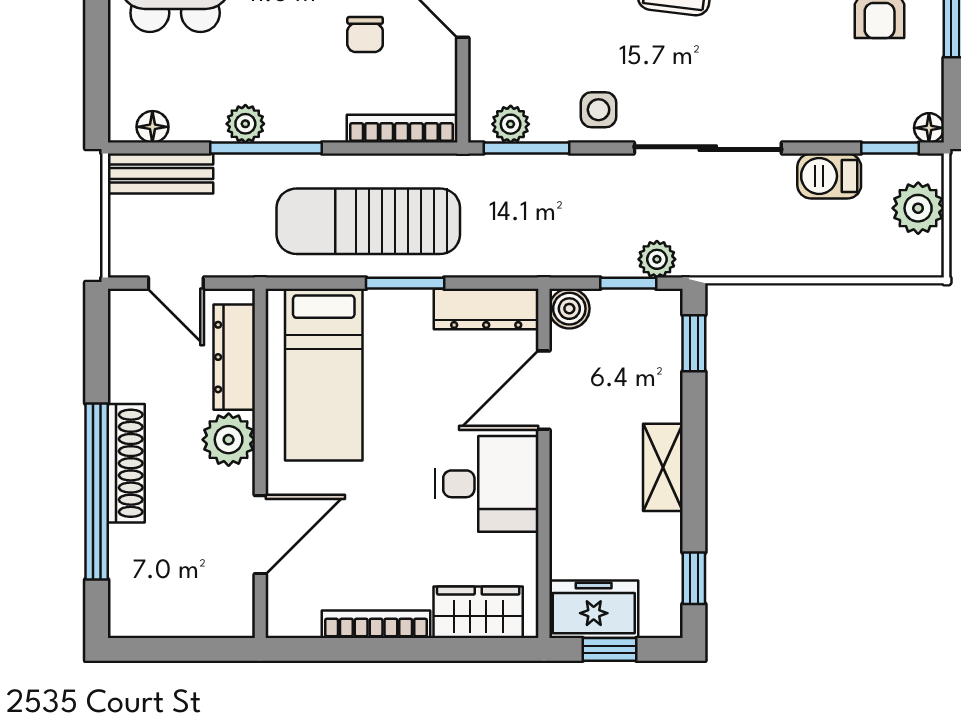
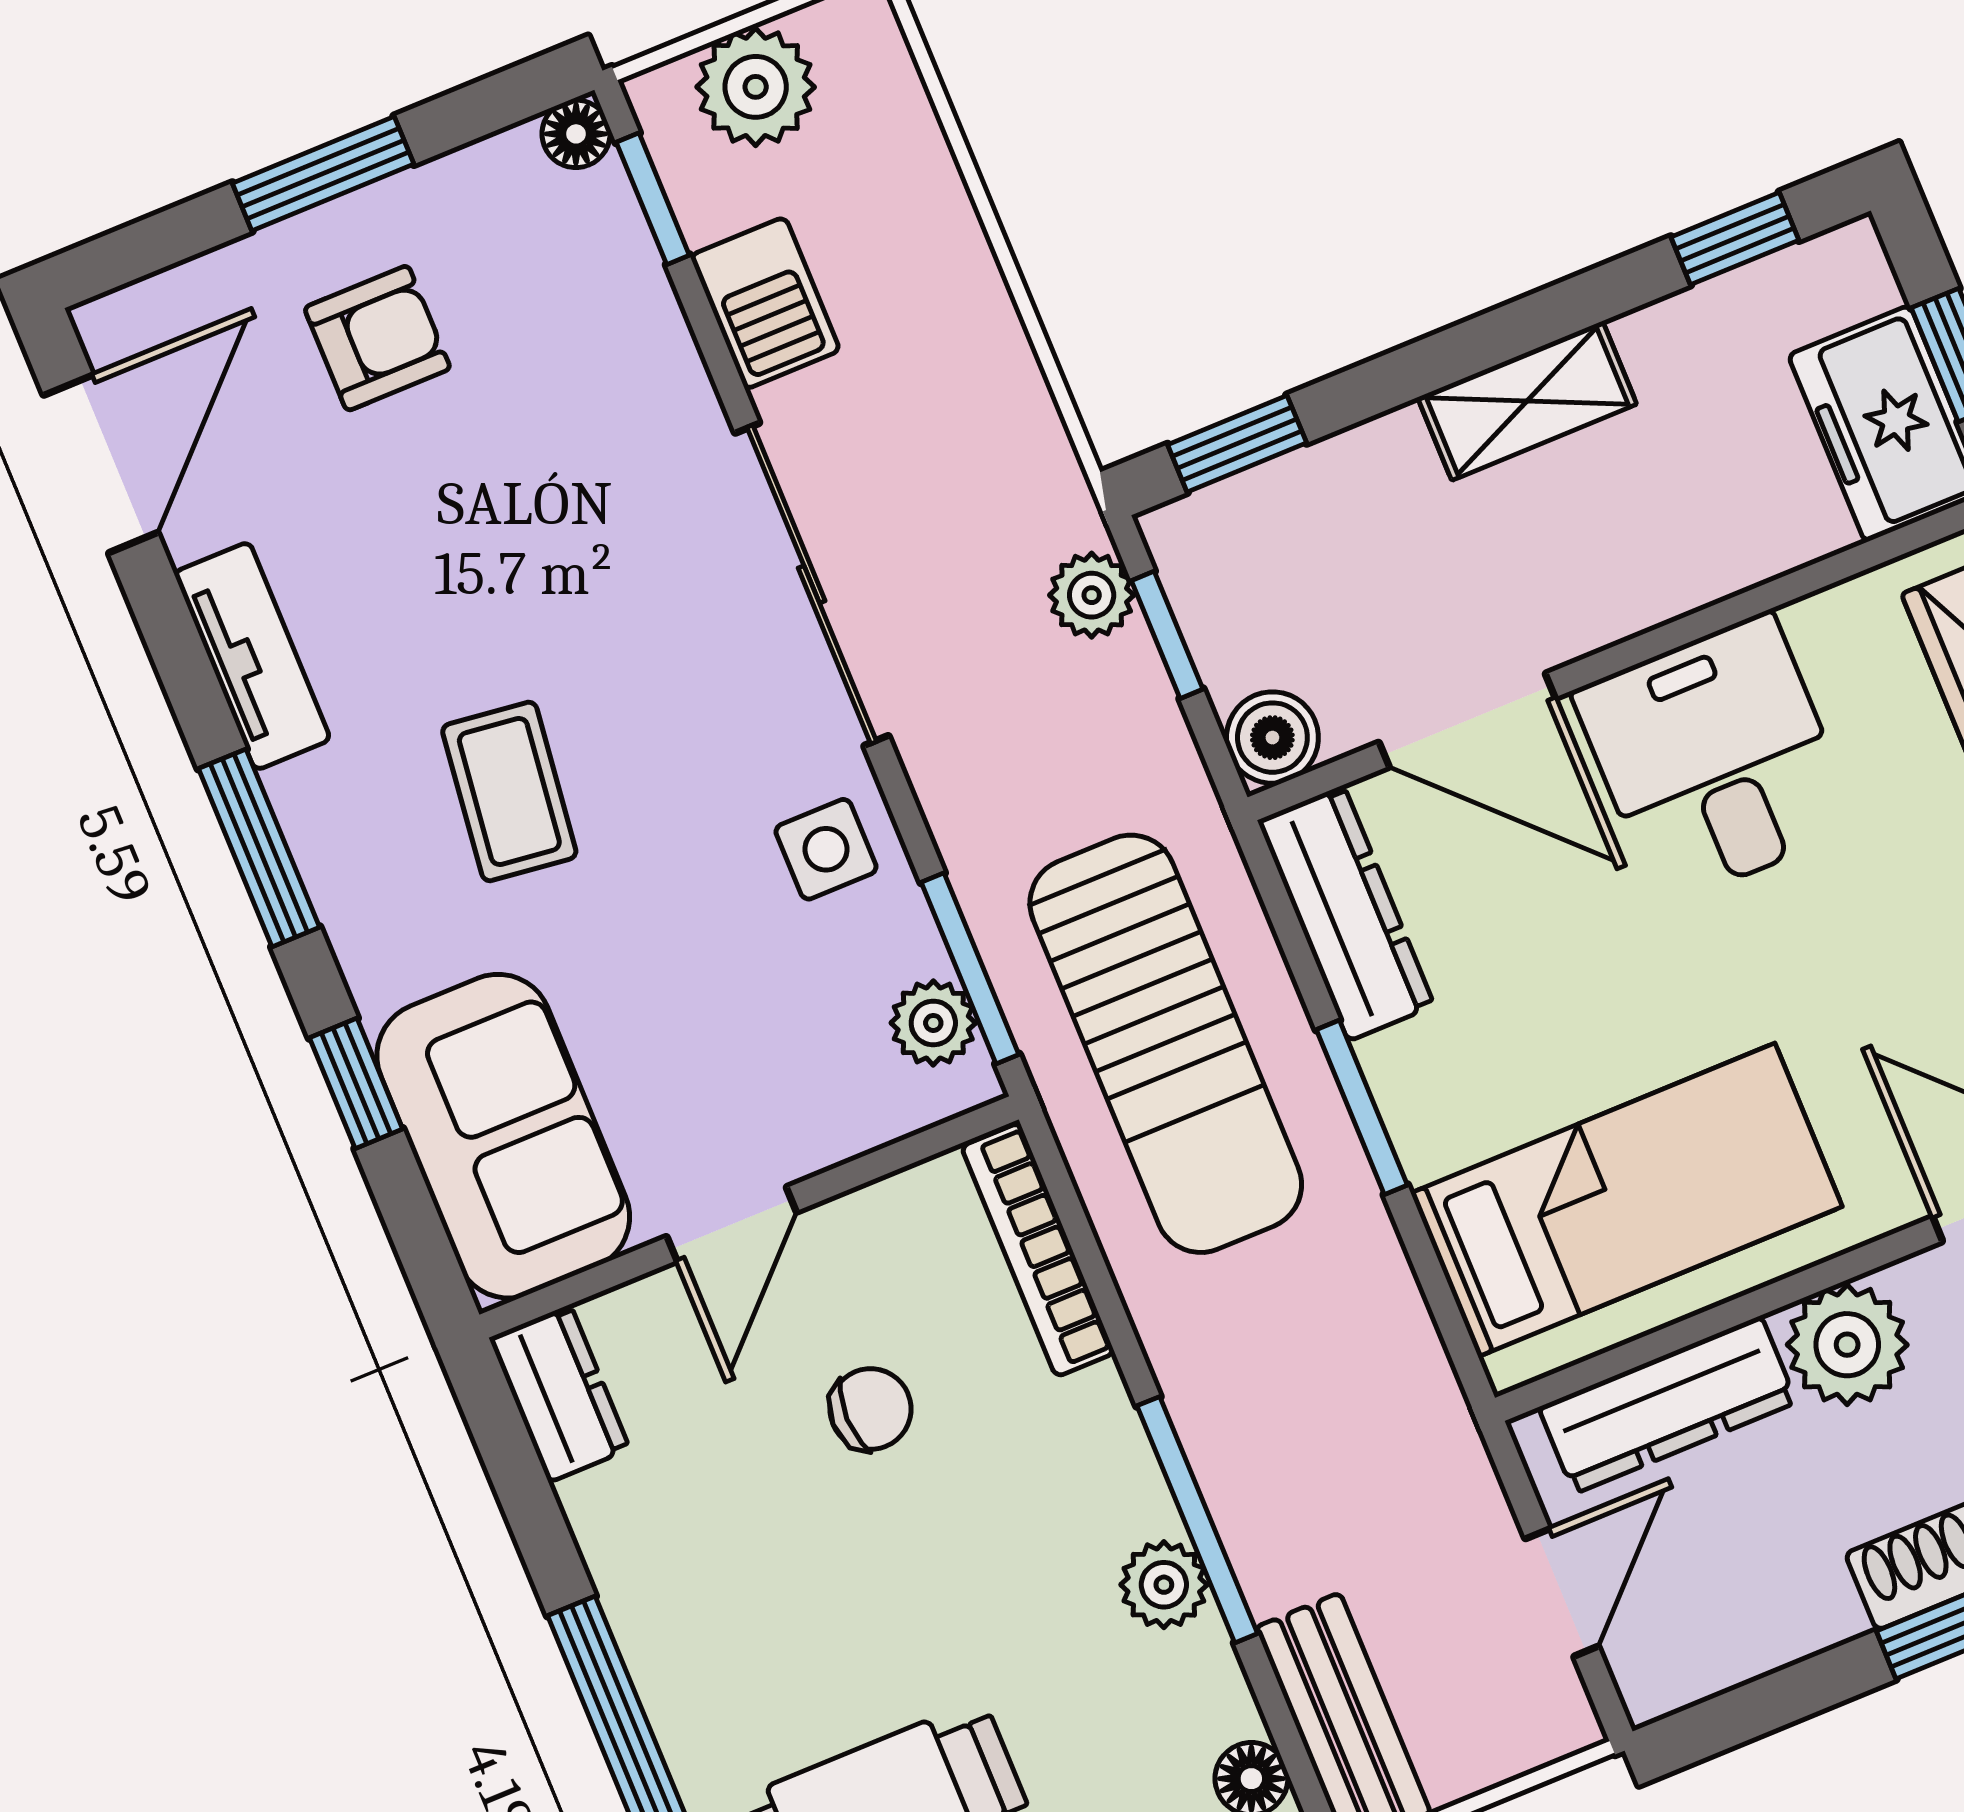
sun lounger: (368, 221) -> (1166, 1044), moved

